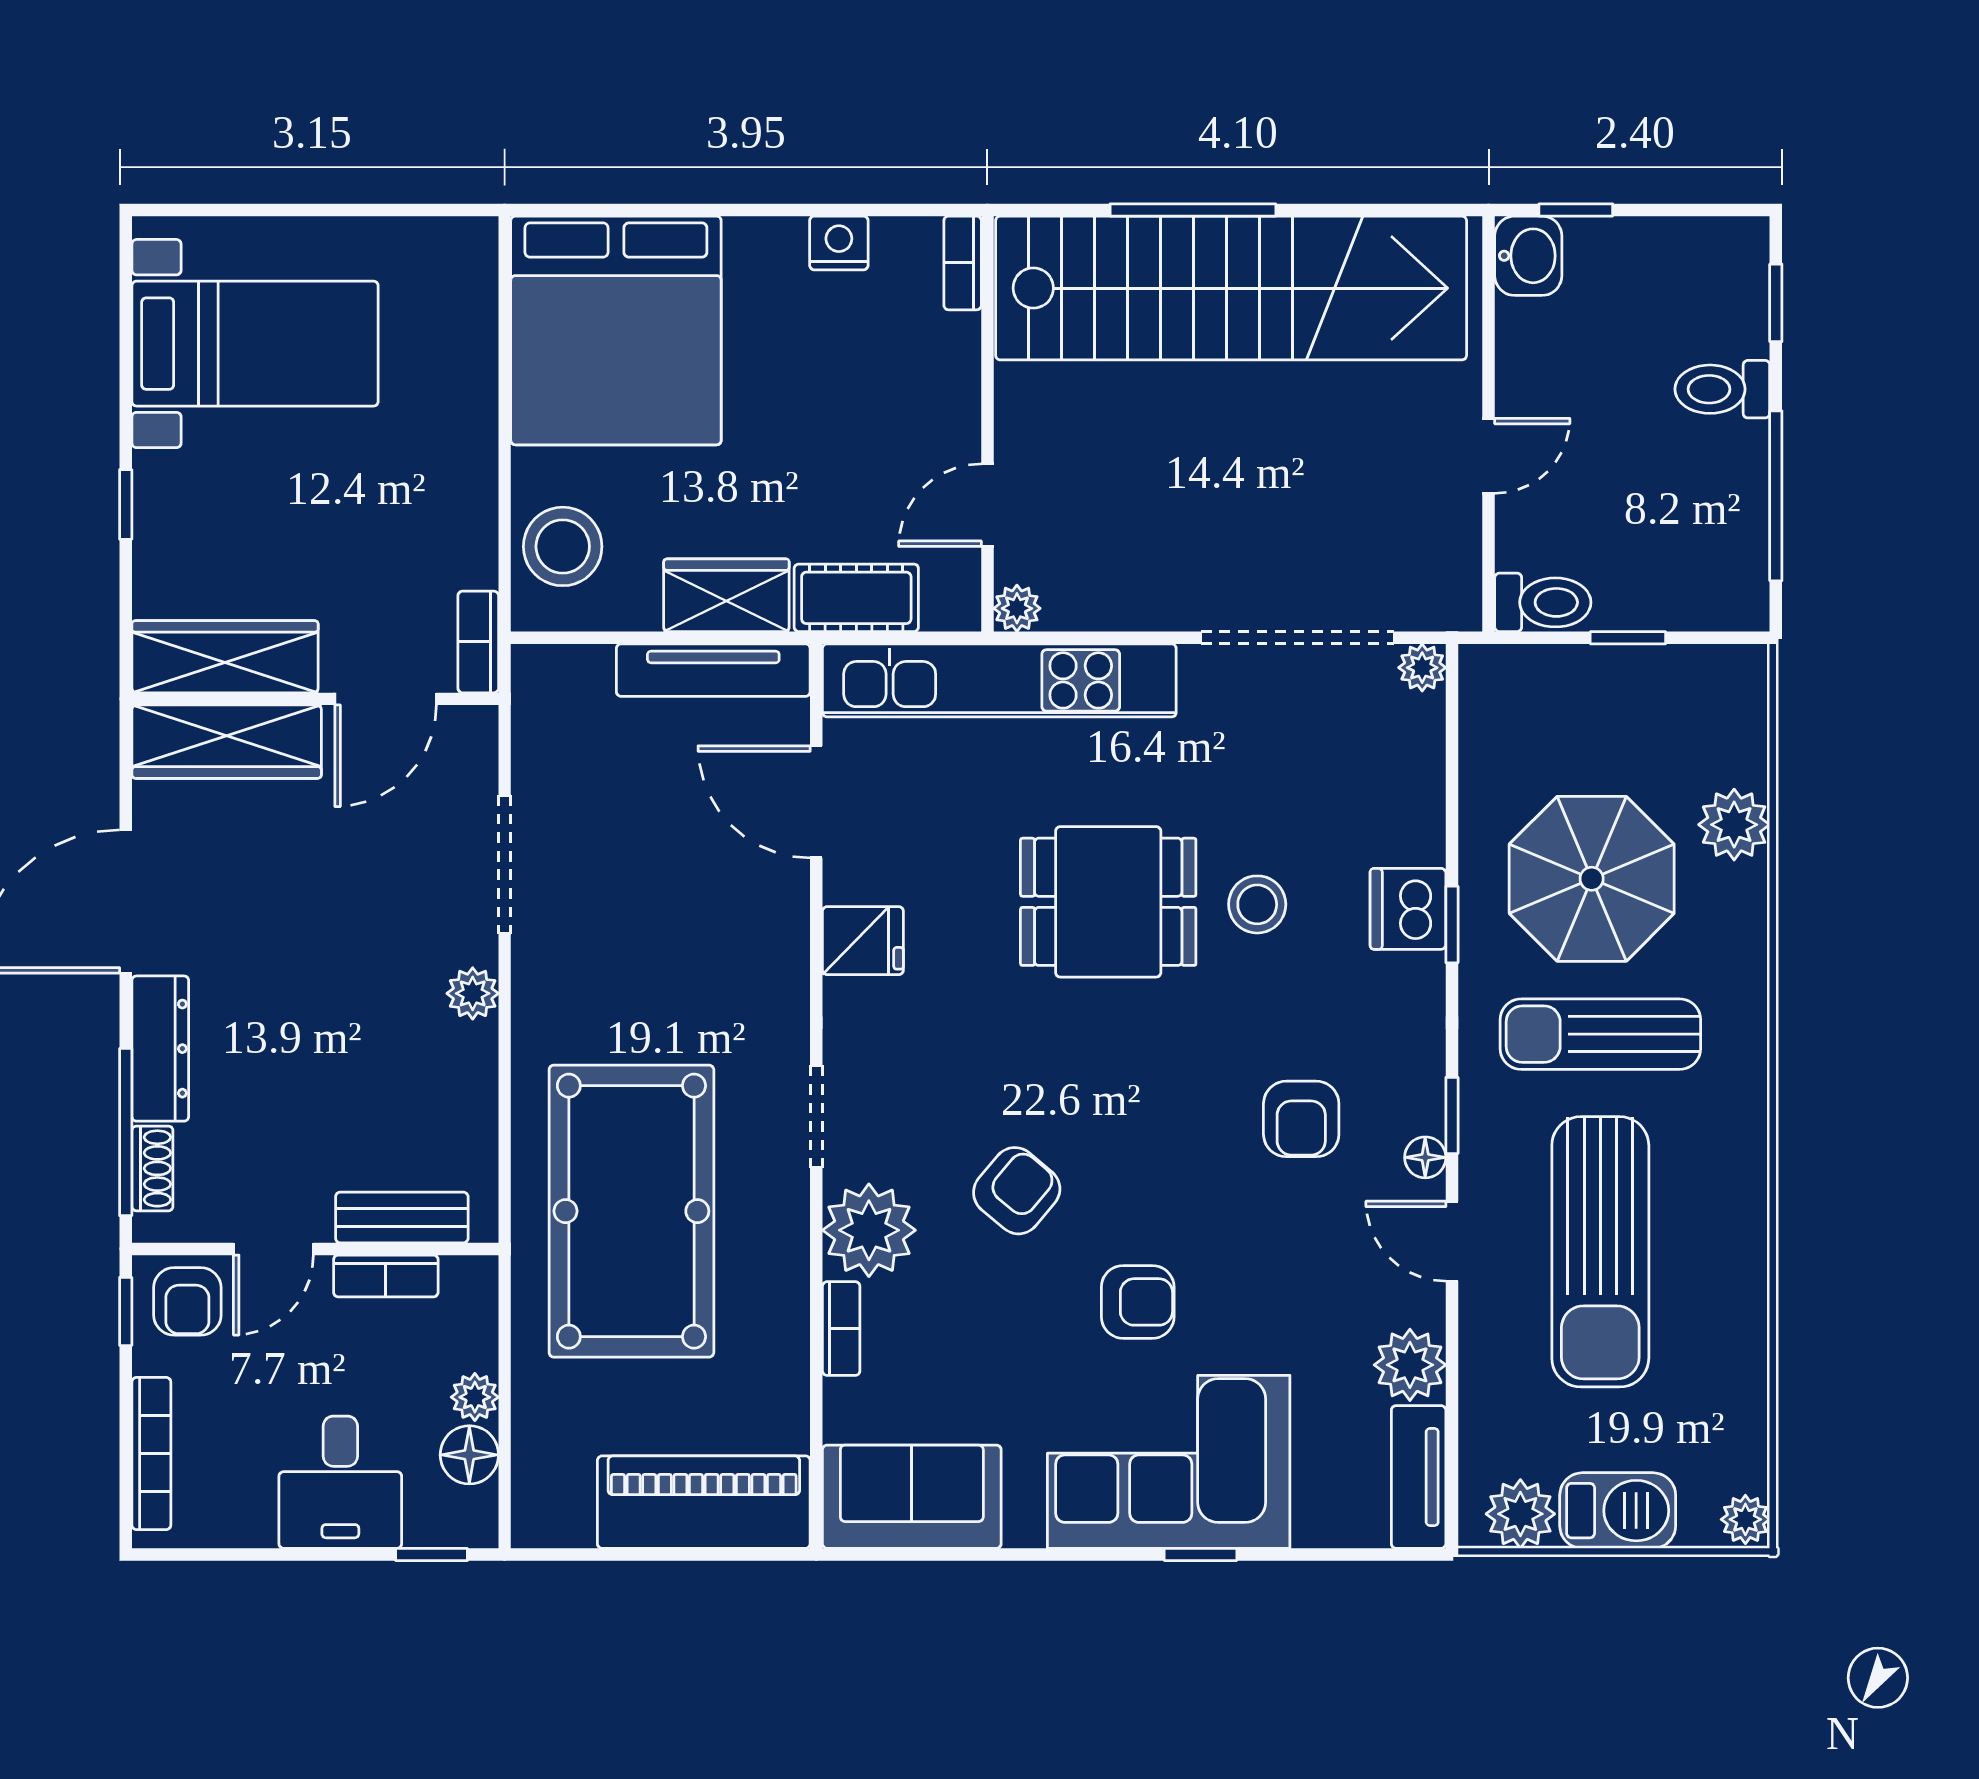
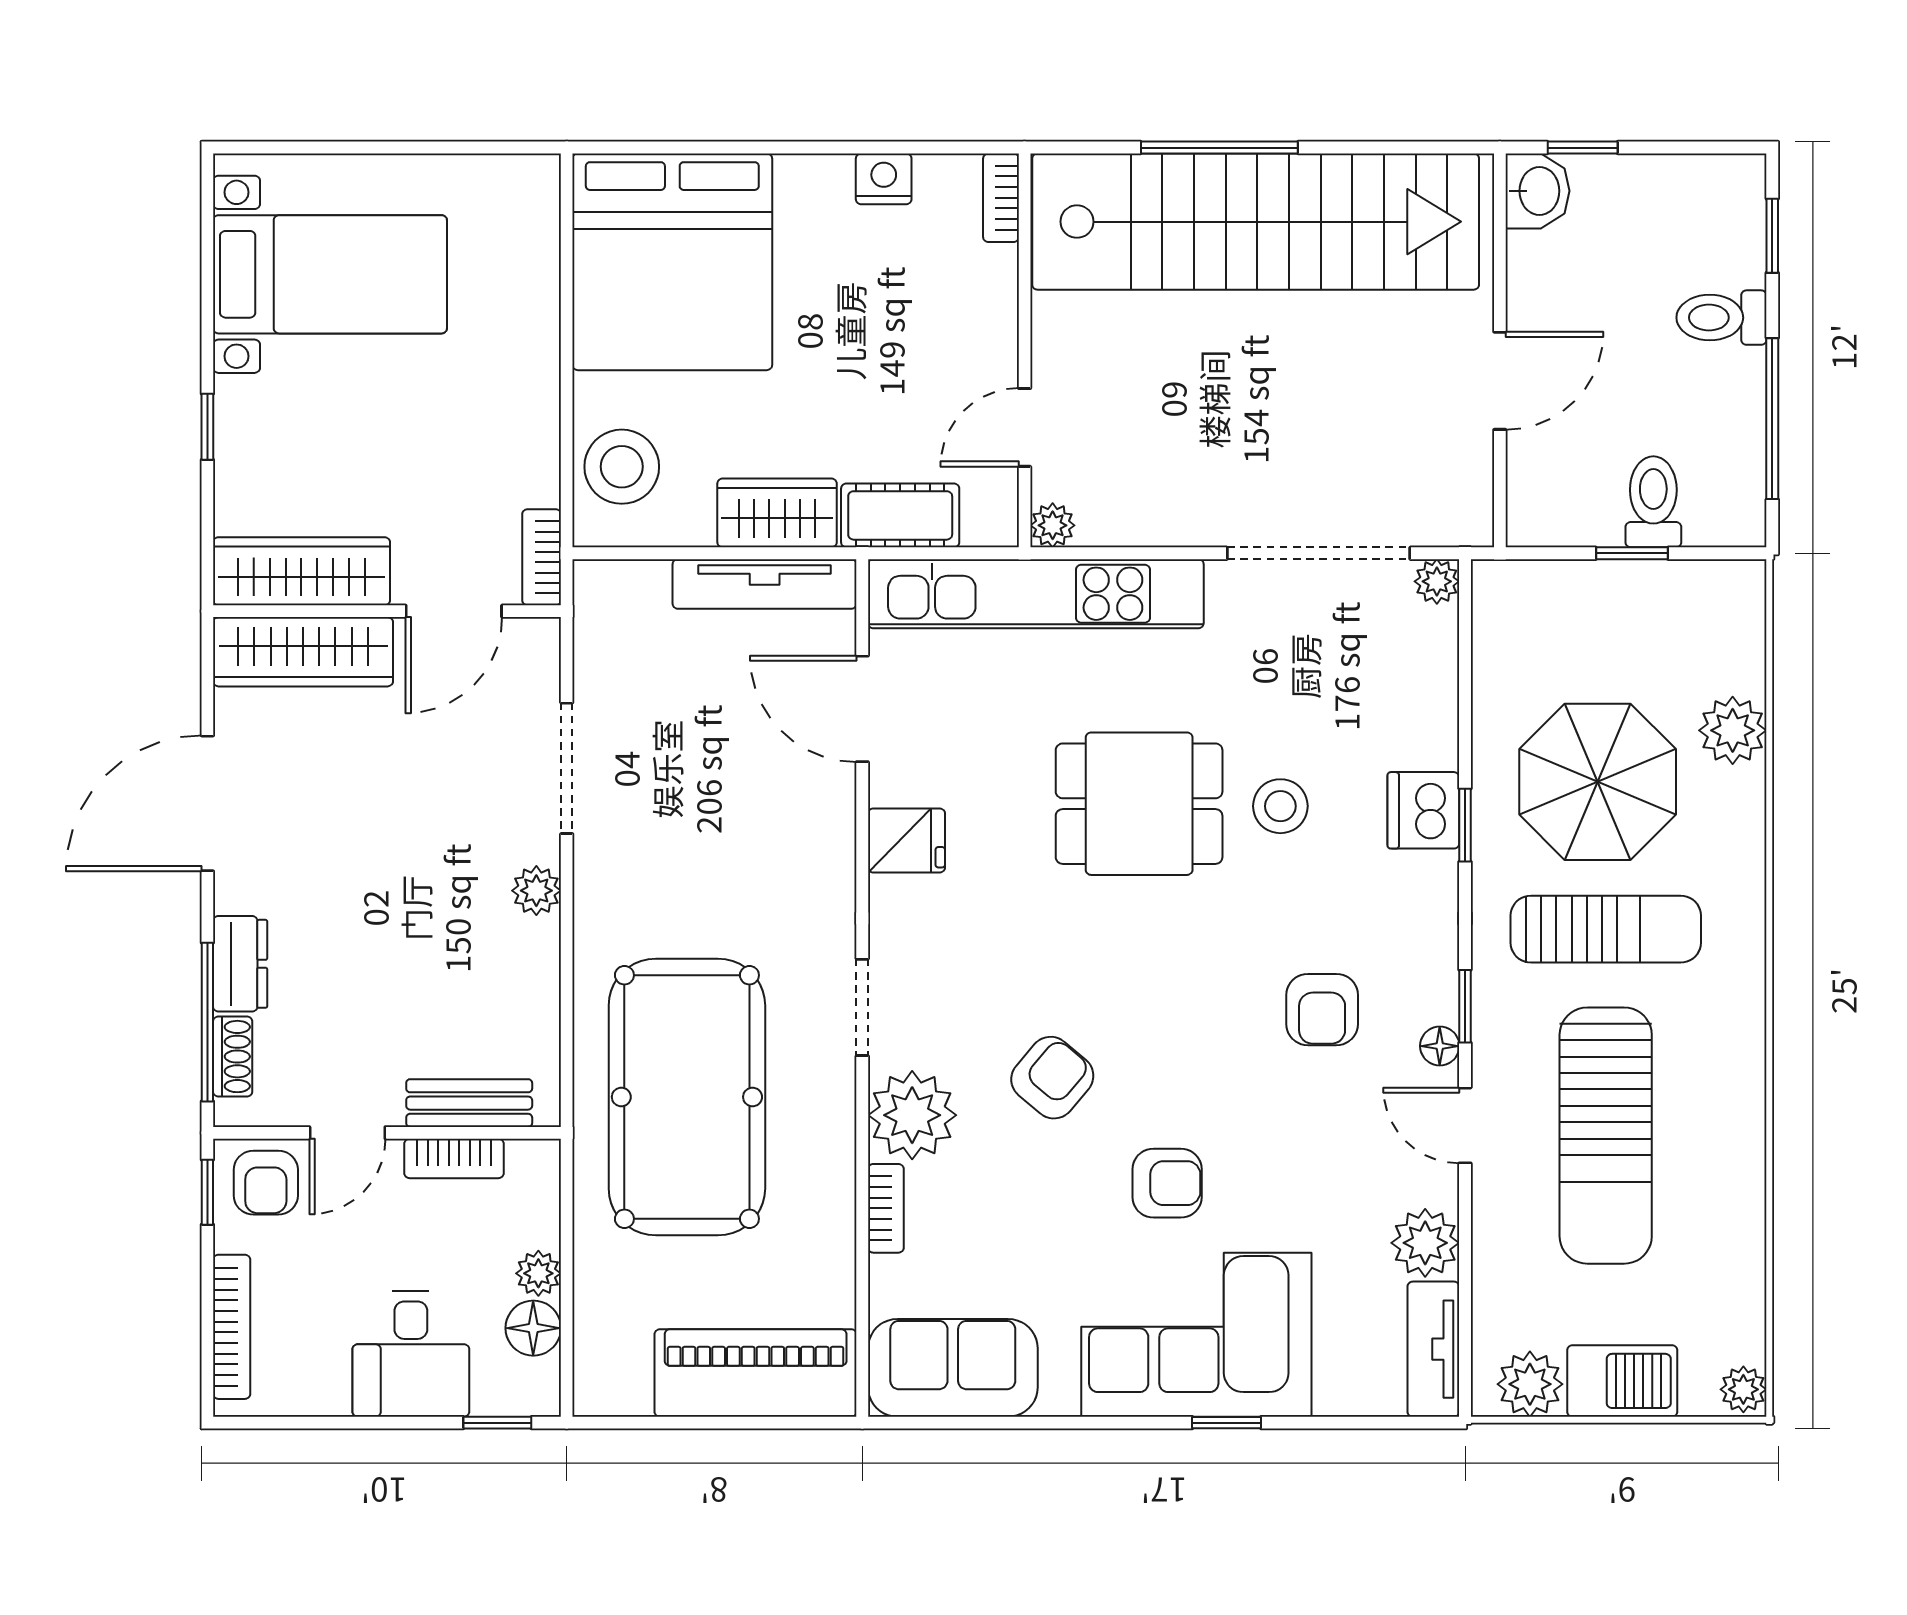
door: (1489, 456) -> (1500, 381), width x1.38
toilet: (1543, 602) -> (1653, 502), moved, turned -90
sun lounger: (1600, 1034) -> (1606, 929), turned 180
dresser: (160, 1049) -> (240, 964), width x0.70

